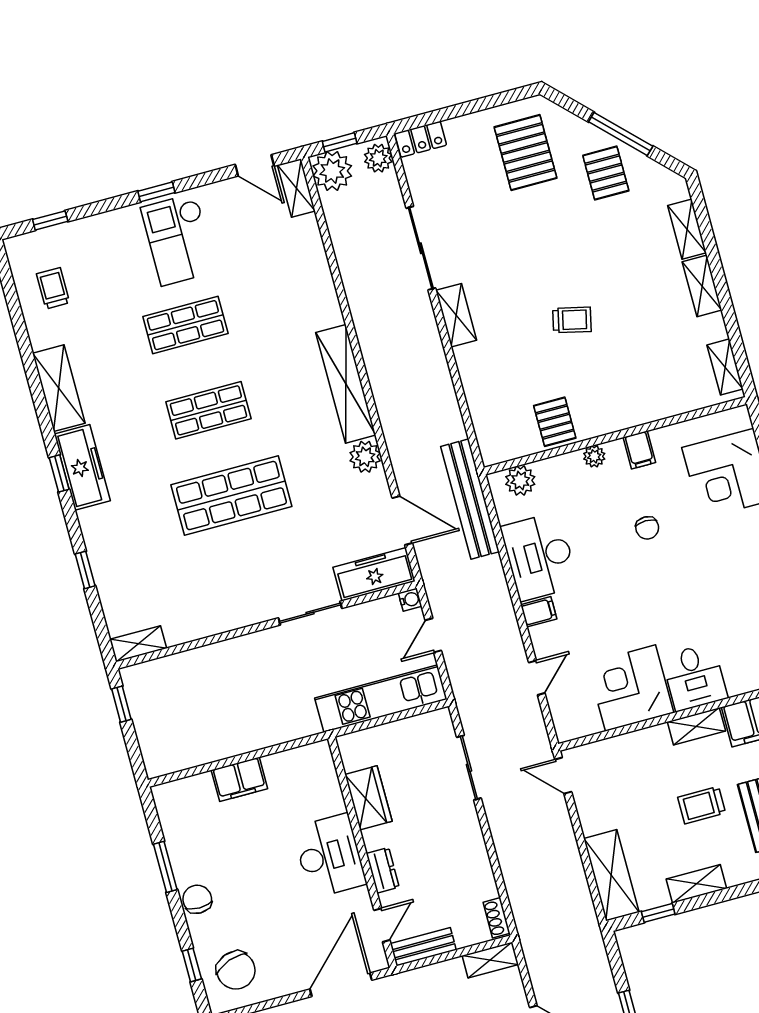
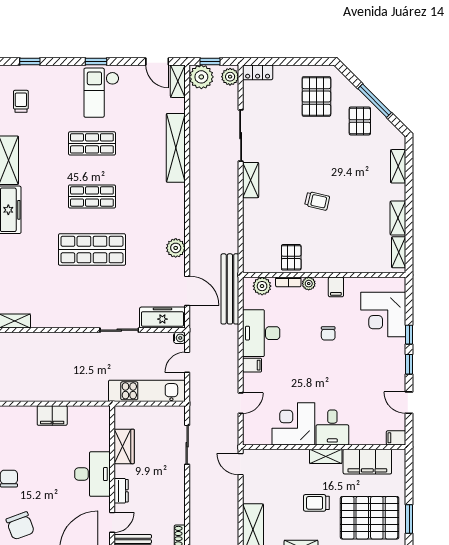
shelving: (702, 286) -> (398, 218), moved
shelving: (346, 384) -> (176, 148), moved
bookcase: (561, 463) -> (288, 282), added

